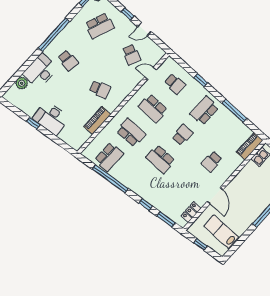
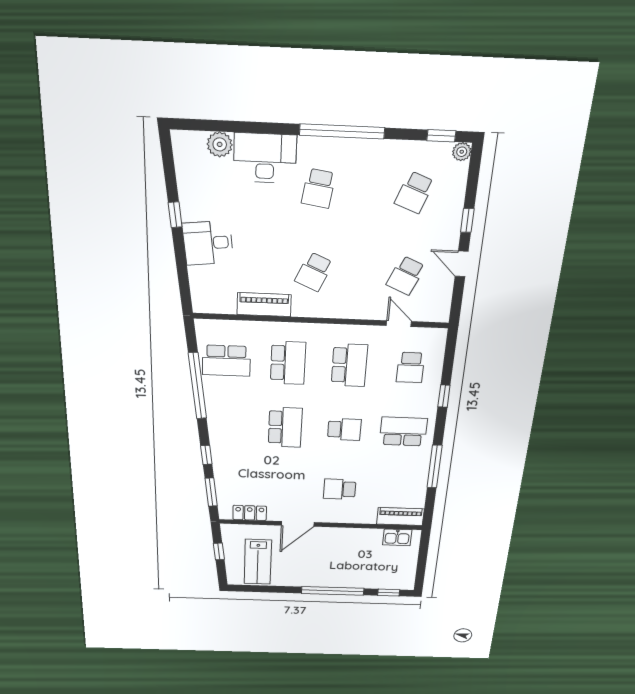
school desk: (99, 26) -> (414, 192), width x0.54
school desk: (100, 89) -> (314, 272), turned 42
school desk: (153, 108) -> (349, 365), turned 180
desk: (51, 118) -> (208, 243), width x0.73
school desk: (160, 159) -> (285, 427), turned 180
lab bench: (221, 232) -> (258, 562), turned 180

